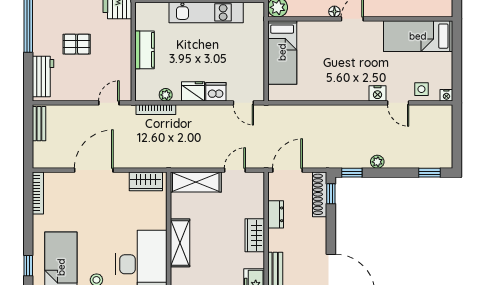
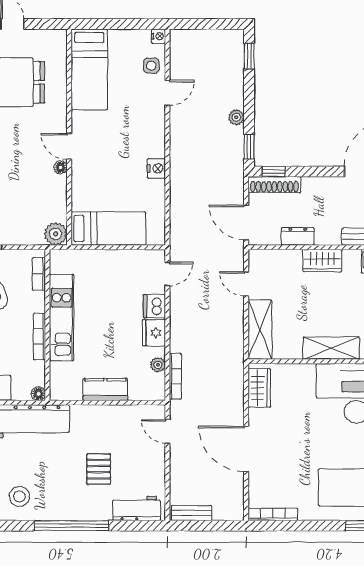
nightstand: (377, 93) -> (156, 168), moved

